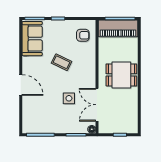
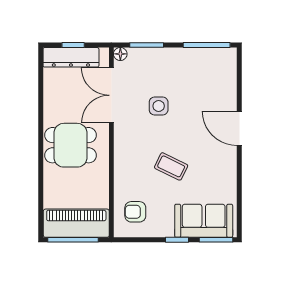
sofa: (32, 39) -> (204, 221), moved, turned 90
double door: (97, 105) -> (111, 95), swing flipped
dresser: (121, 127) -> (71, 57), added

